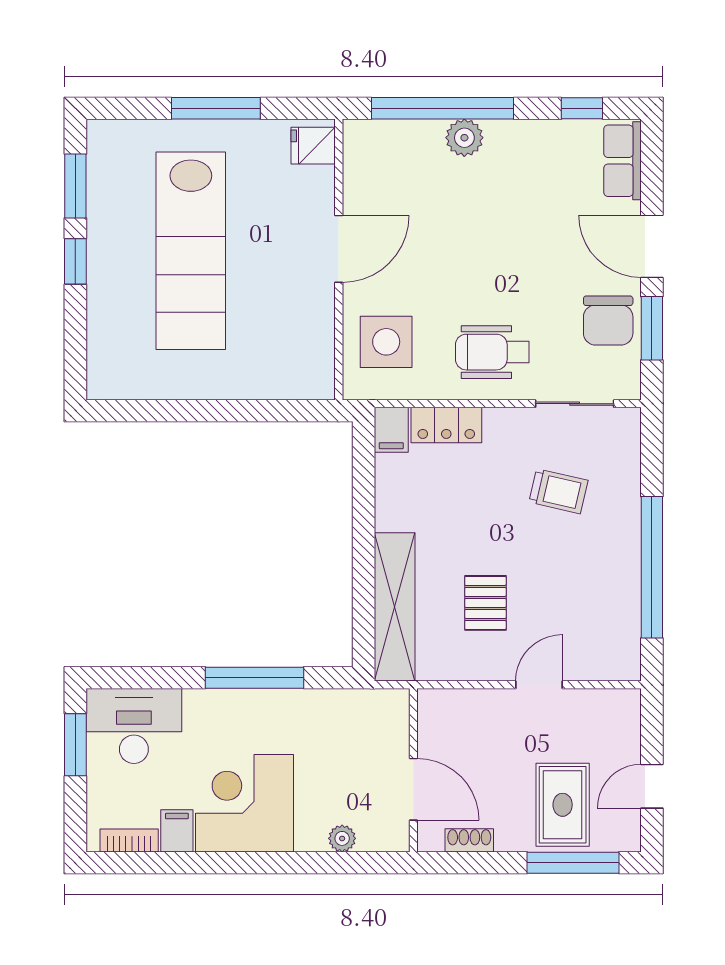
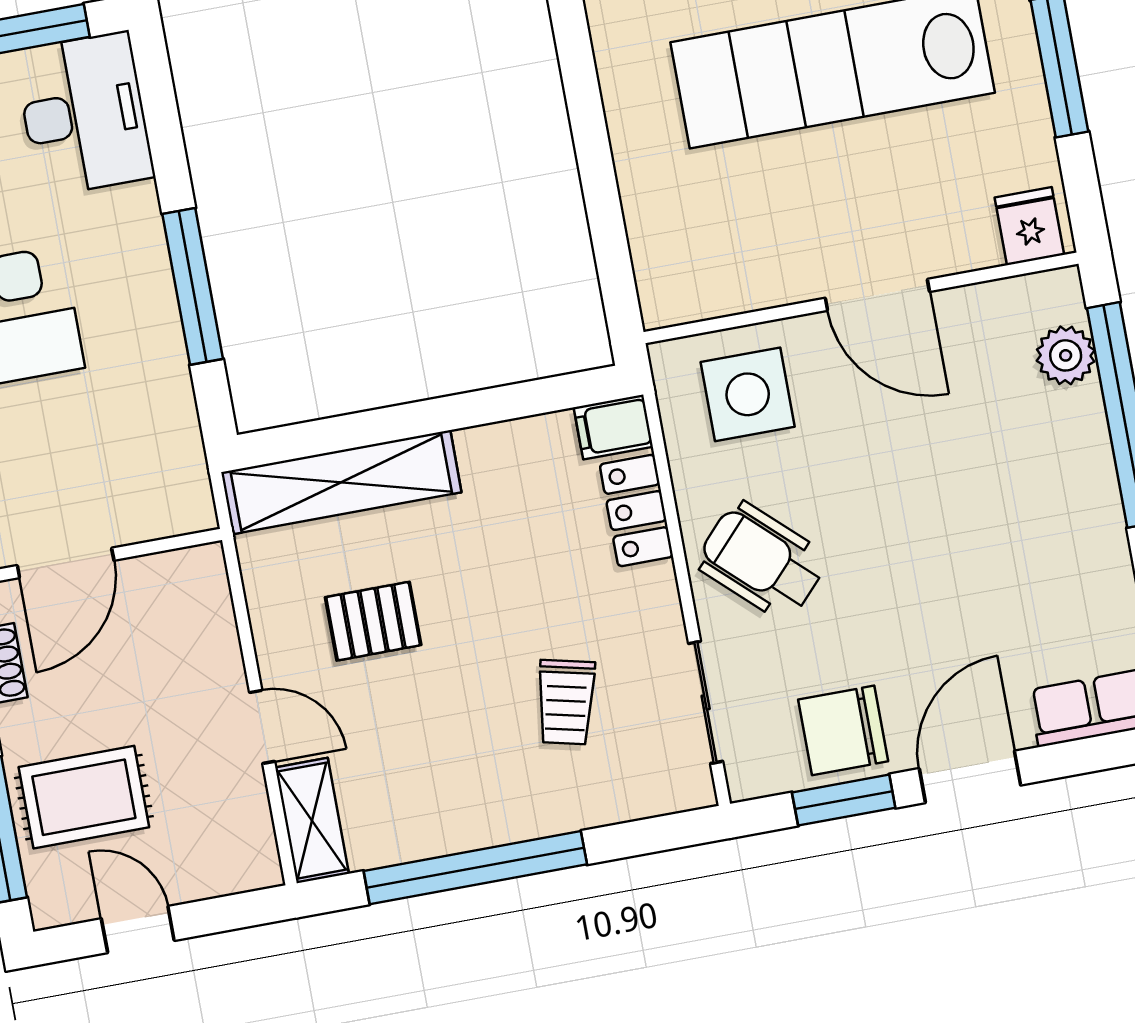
plant: (464, 138) -> (1066, 355), moved
wheelchair: (492, 352) -> (762, 561), turned -47
shelving: (604, 664) -> (312, 821), added

